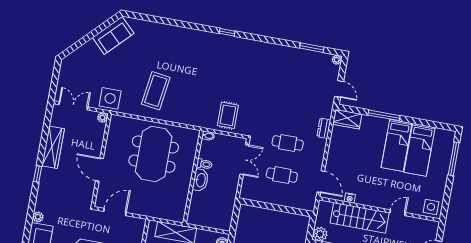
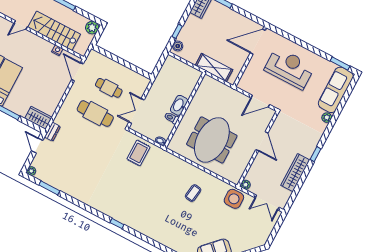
coffee table: (156, 91) -> (193, 193), width x0.54, depth x0.58
dresser: (324, 128) -> (52, 132), moved
cafe table: (288, 143) -> (95, 114), width x1.37, depth x1.35

